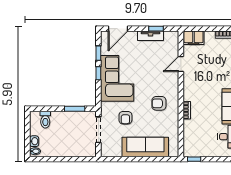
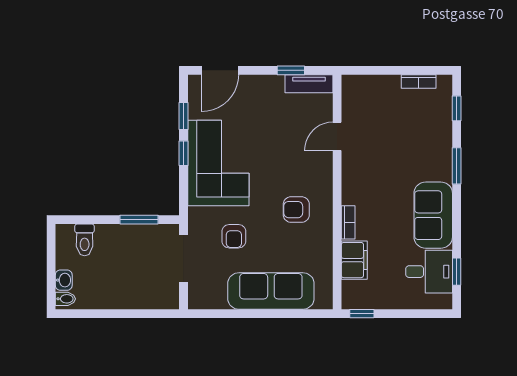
tv unit: (150, 36) -> (309, 84), moved
filing cabinet: (193, 38) -> (354, 260), moved, turned -90

